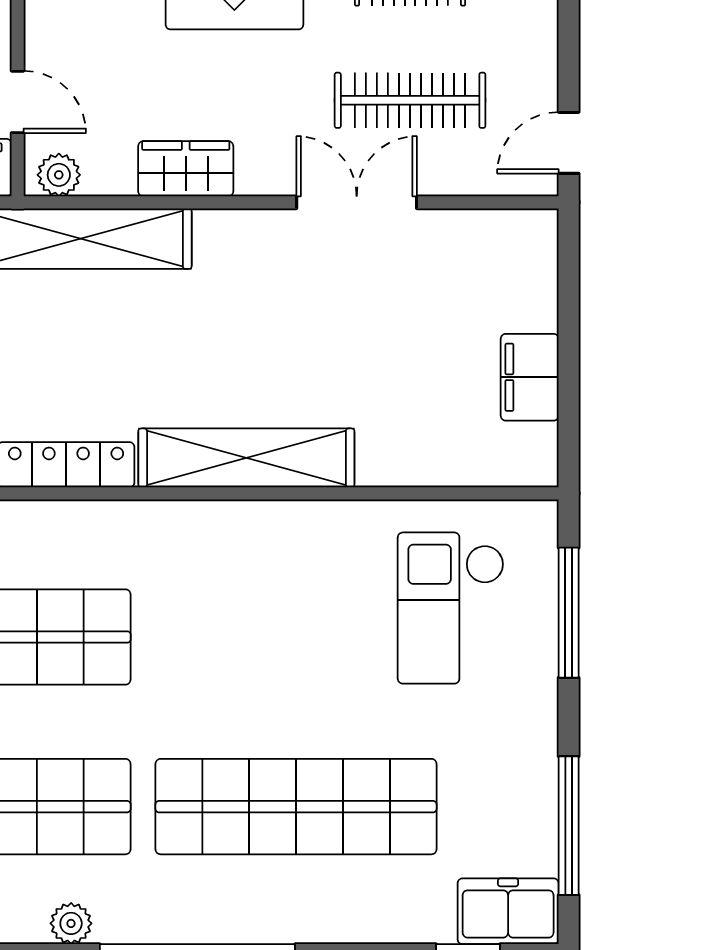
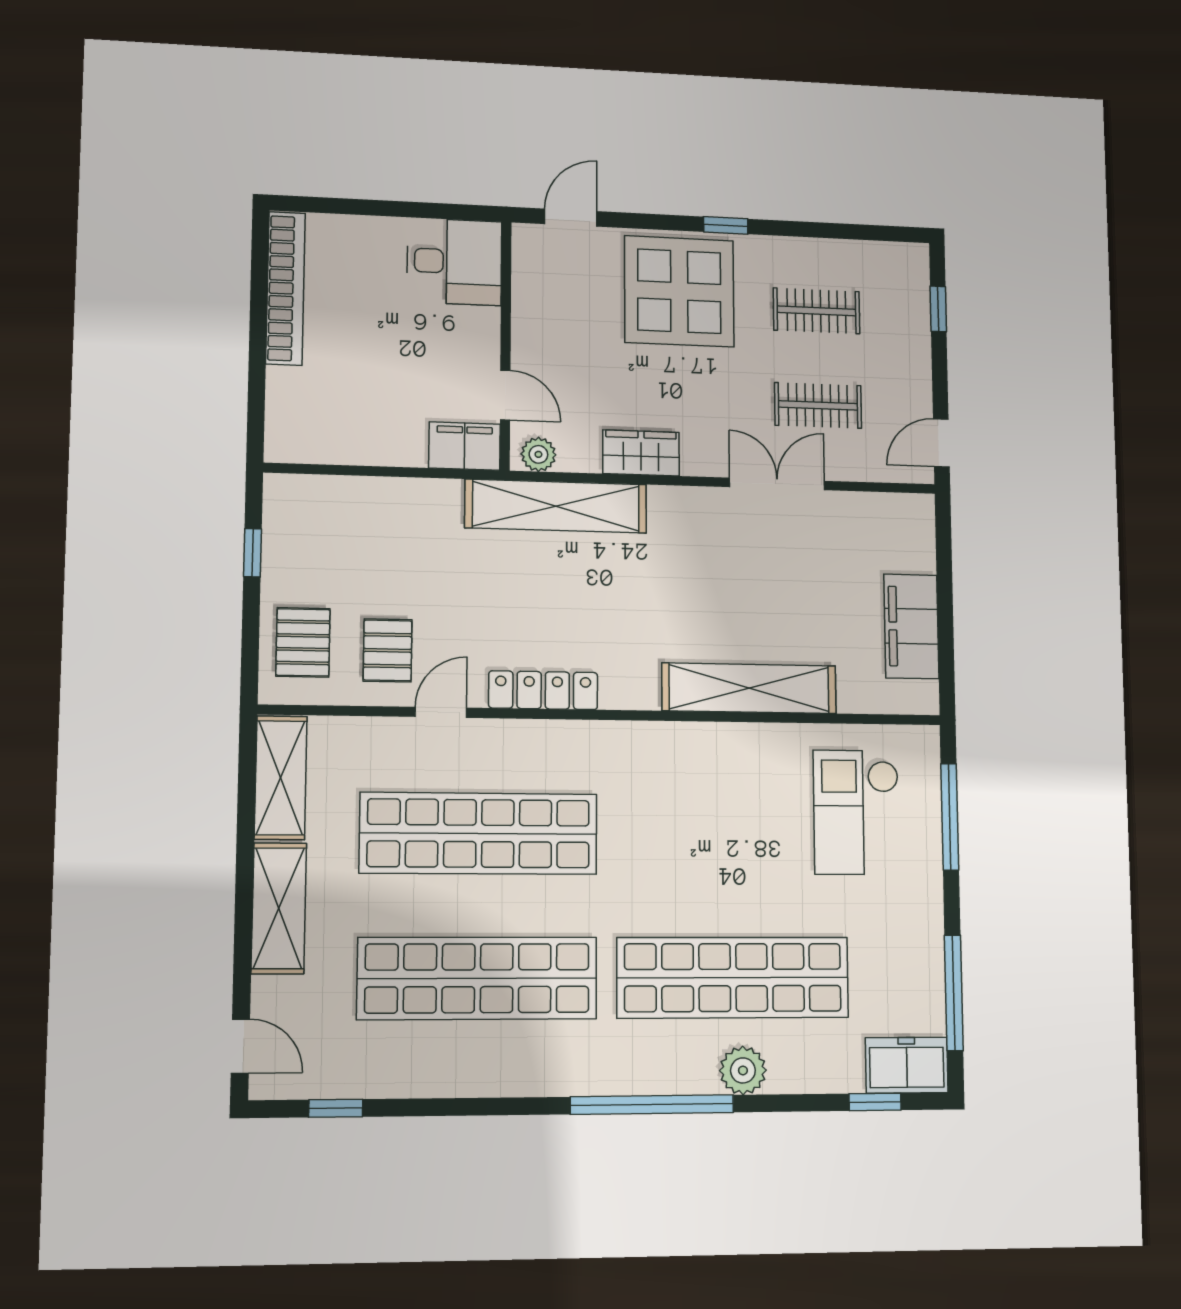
clothes rail: (410, 100) -> (818, 405), width x0.73
filing cabinet: (530, 377) -> (911, 626), width x1.50, depth x1.17
shelving: (246, 458) -> (749, 688), moved
plant: (71, 923) -> (743, 1070), moved, width x1.38, depth x1.38

